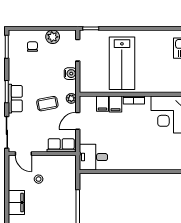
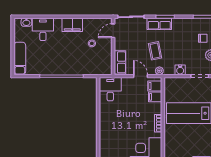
filing cabinet: (115, 104) -> (155, 86), moved

